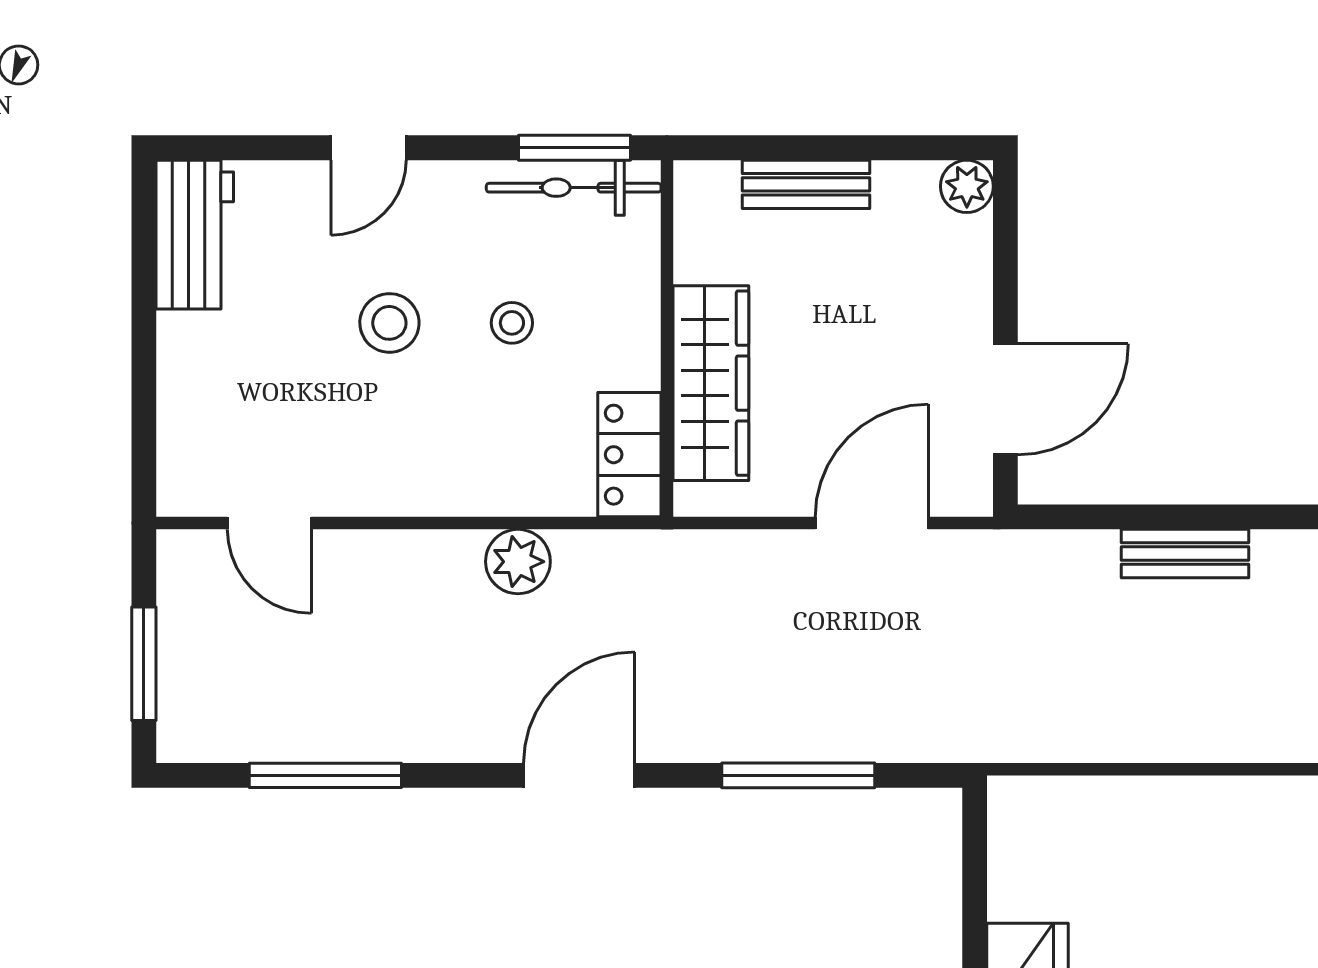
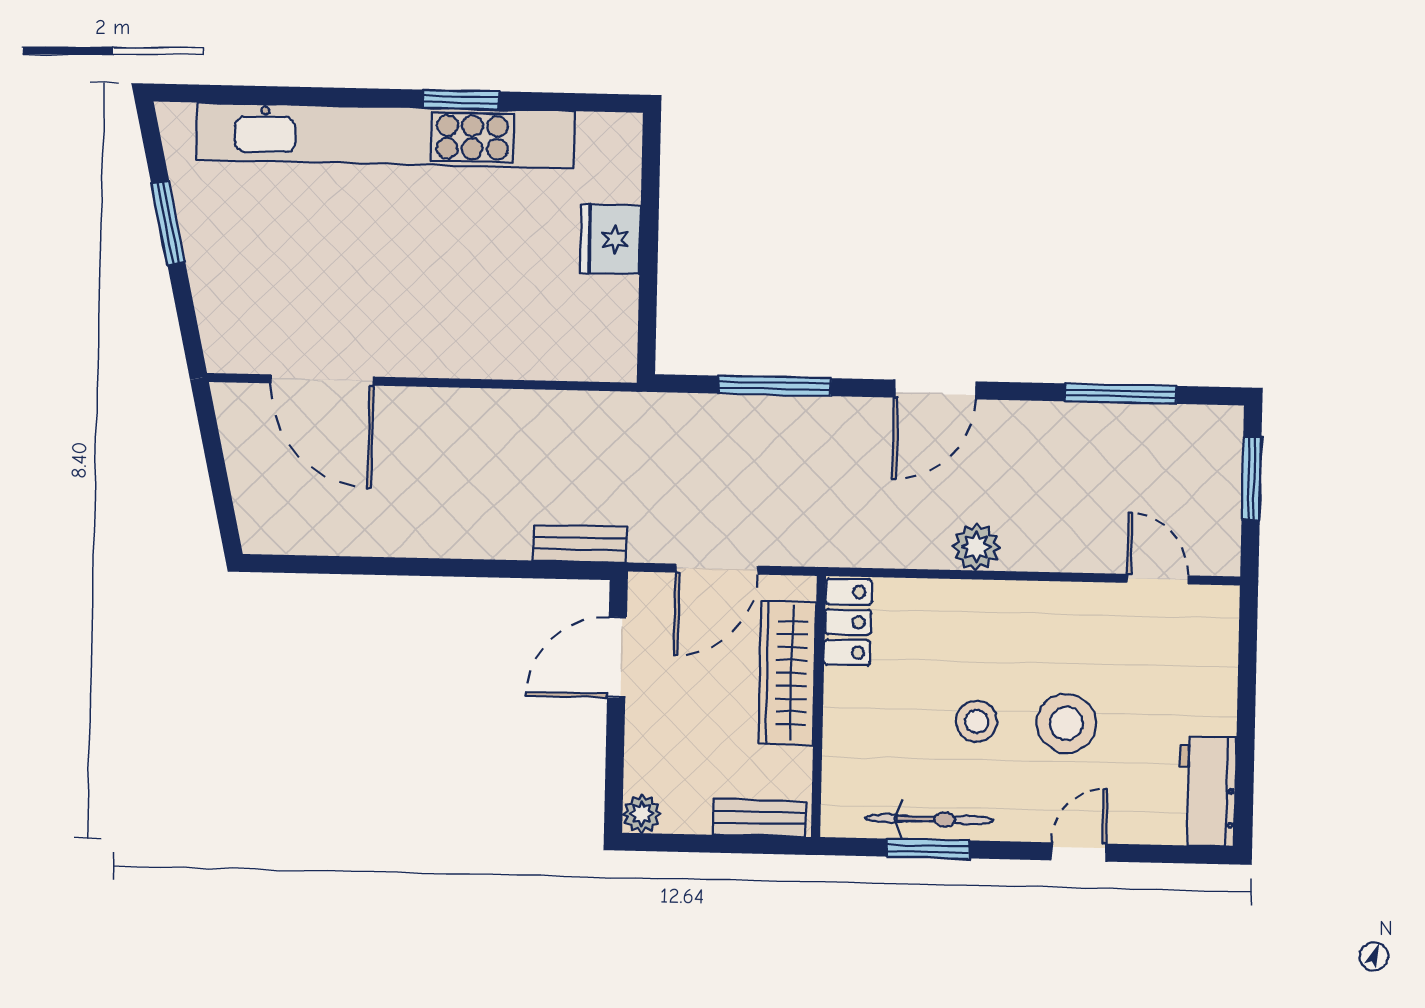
stool: (389, 323) -> (1066, 723), width x1.38, depth x1.38
stool: (512, 323) -> (977, 721), width x1.37, depth x1.37
wall: (667, 338) -> (819, 706), moved
wardrobe: (711, 383) -> (787, 673), moved
locker: (629, 455) -> (848, 622), moved
bench: (1185, 554) -> (580, 544), moved

